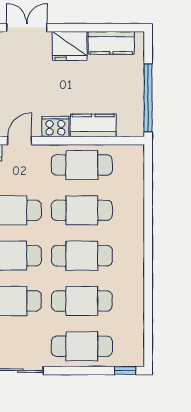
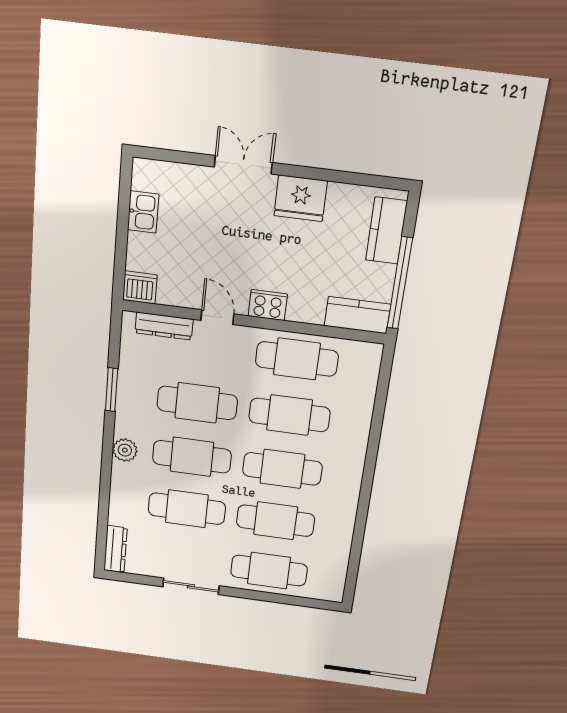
kitchen counter: (111, 43) -> (386, 231), moved, turned 90
kitchen counter: (93, 125) -> (357, 315), moved
door: (20, 141) -> (217, 317), hinge flipped
window: (125, 371) -> (319, 604), removed

